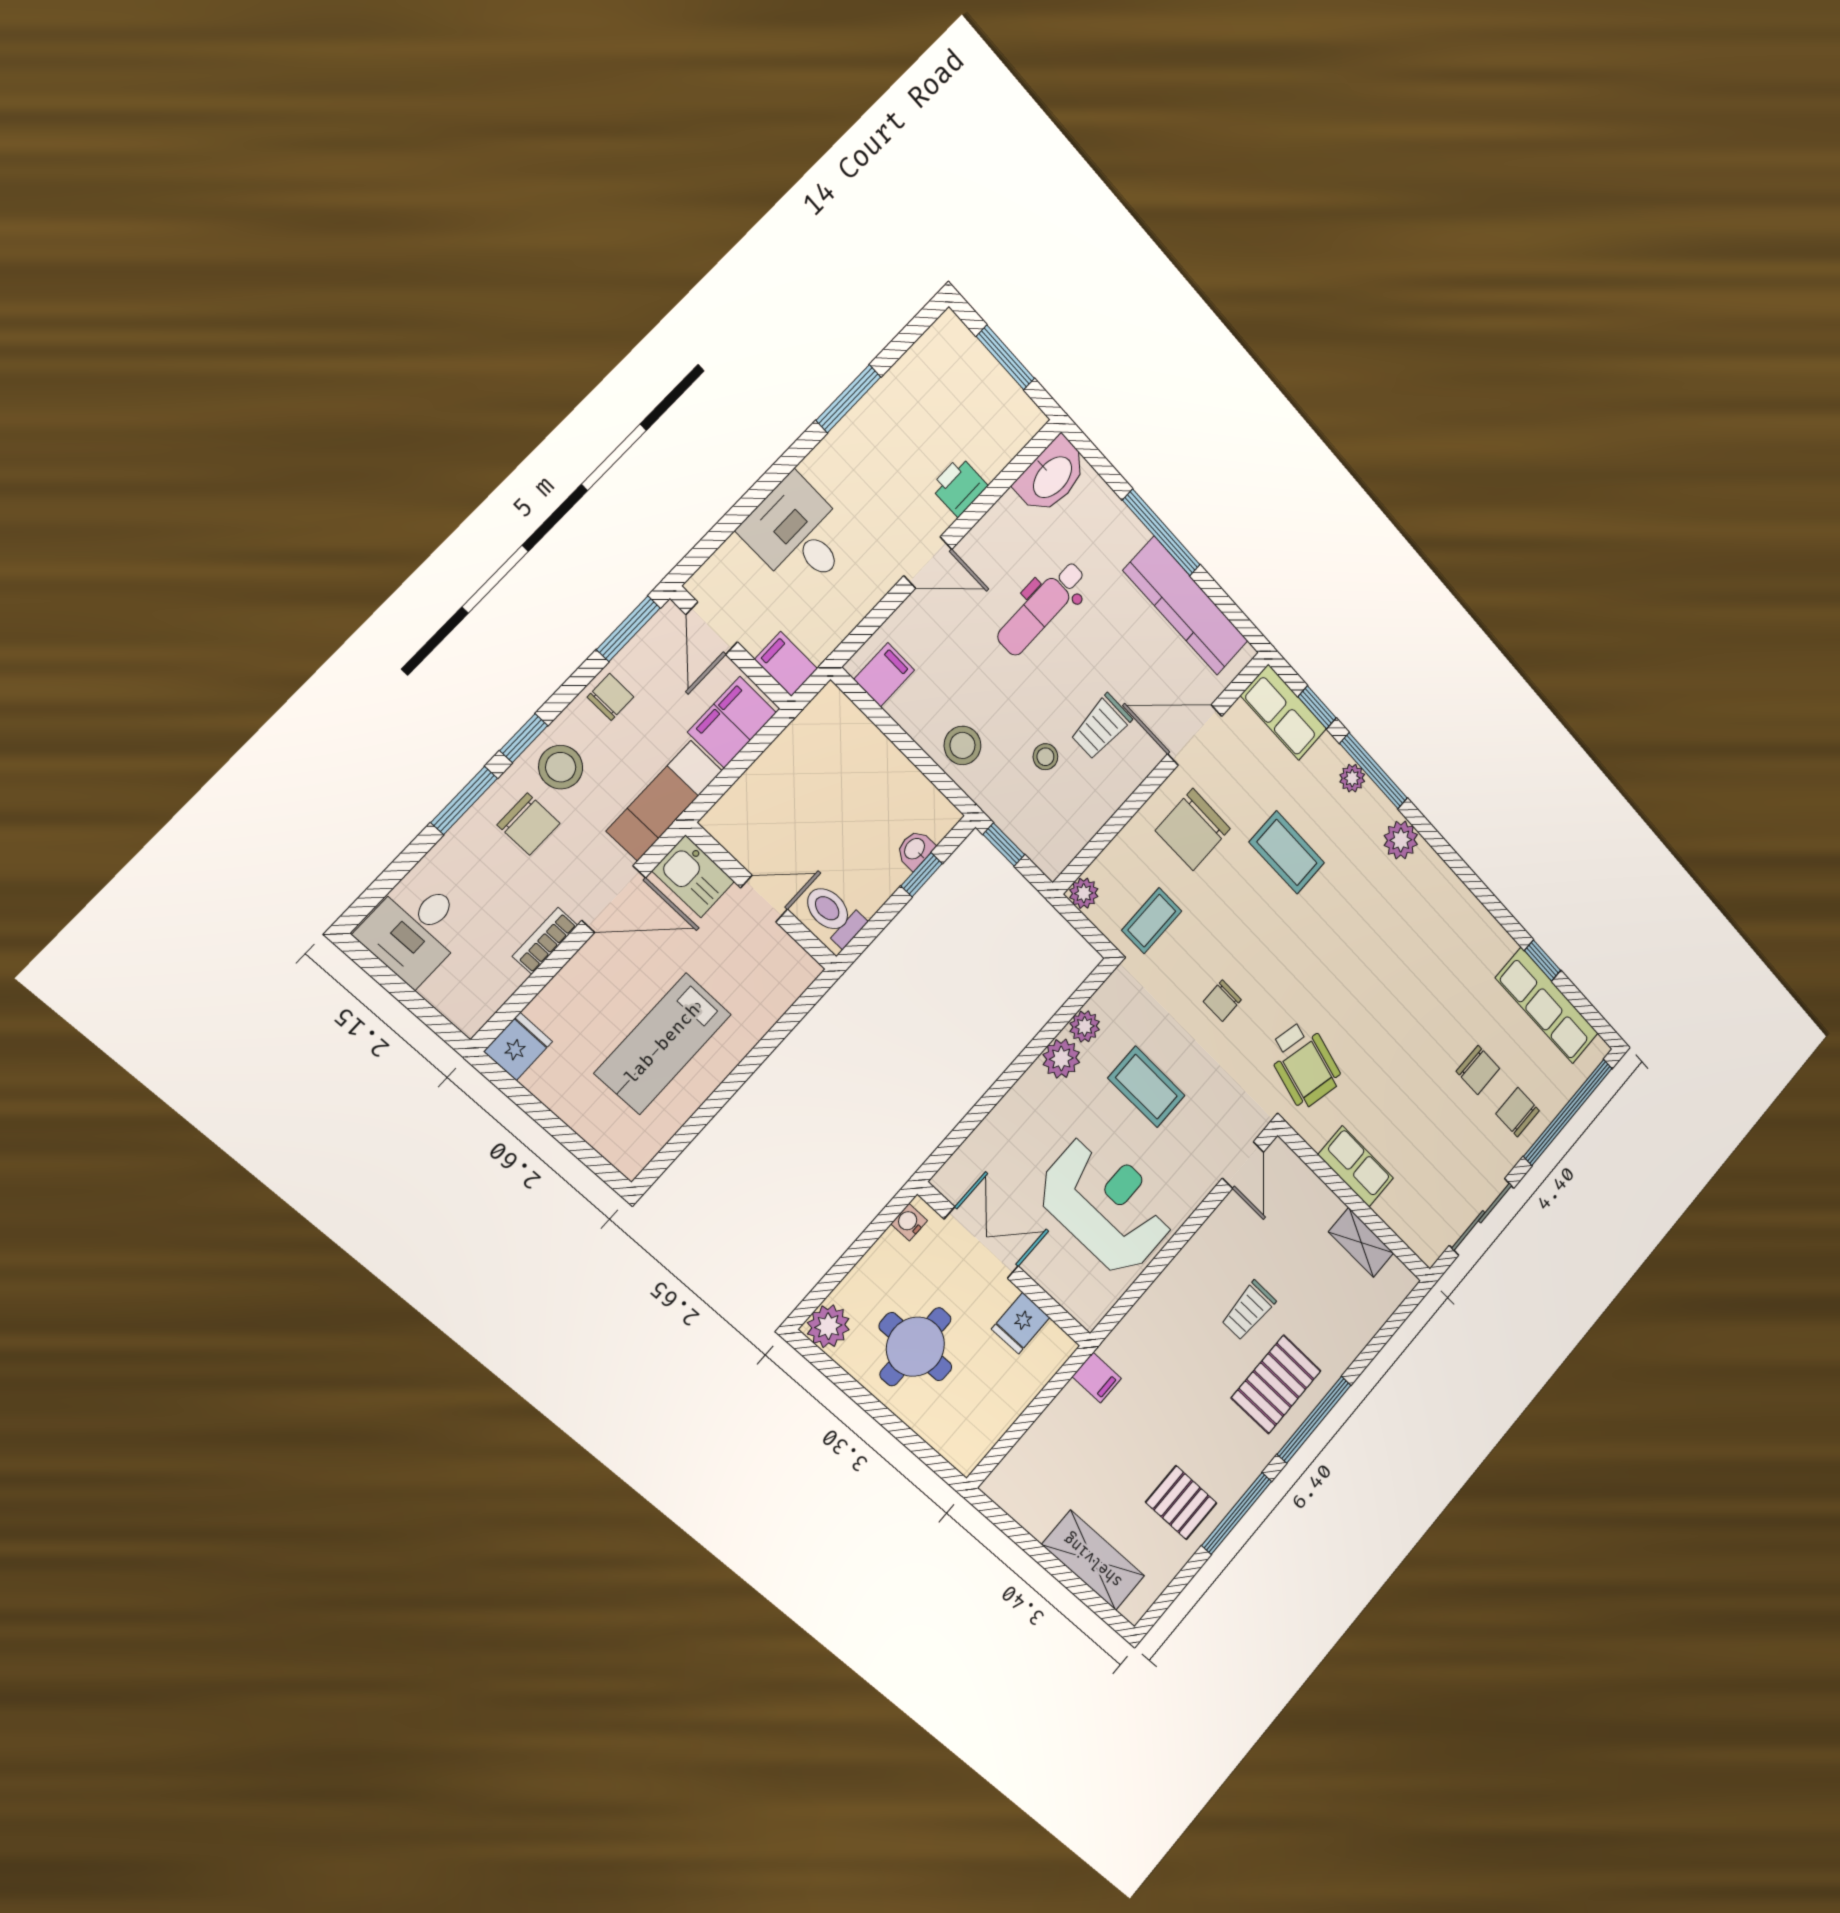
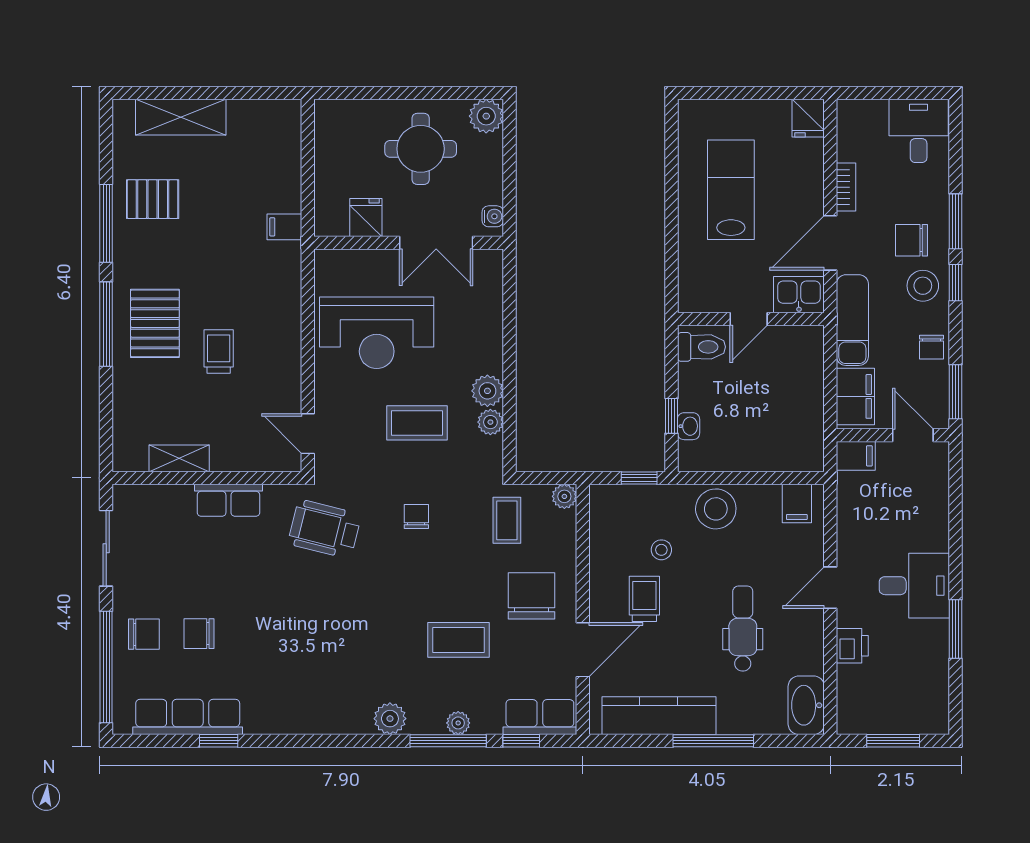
desk: (798, 534) -> (914, 586), moved
stool: (962, 745) -> (716, 509), width x1.38, depth x1.38

